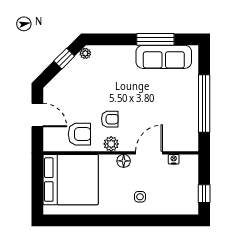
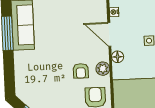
plant: (85, 53) -> (23, 95), removed
armchair: (110, 119) -> (81, 71), turned 180

